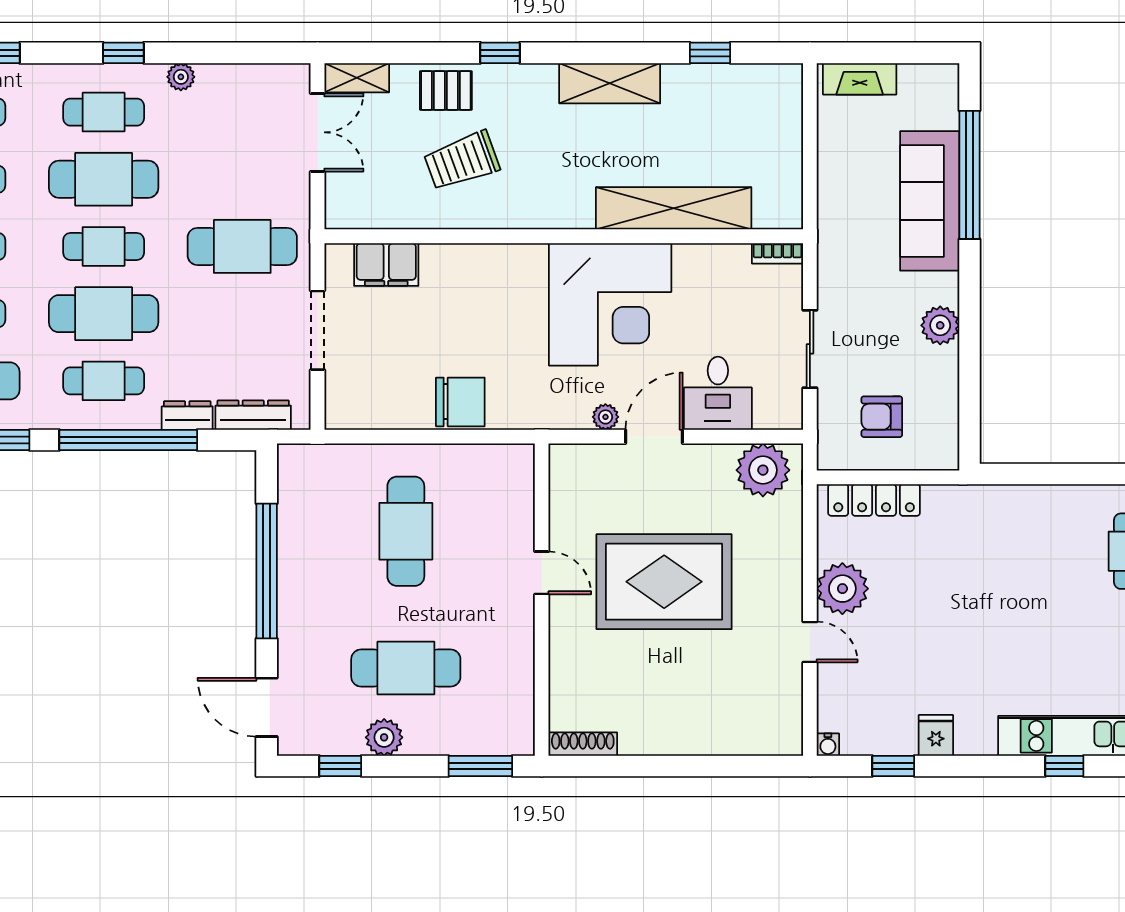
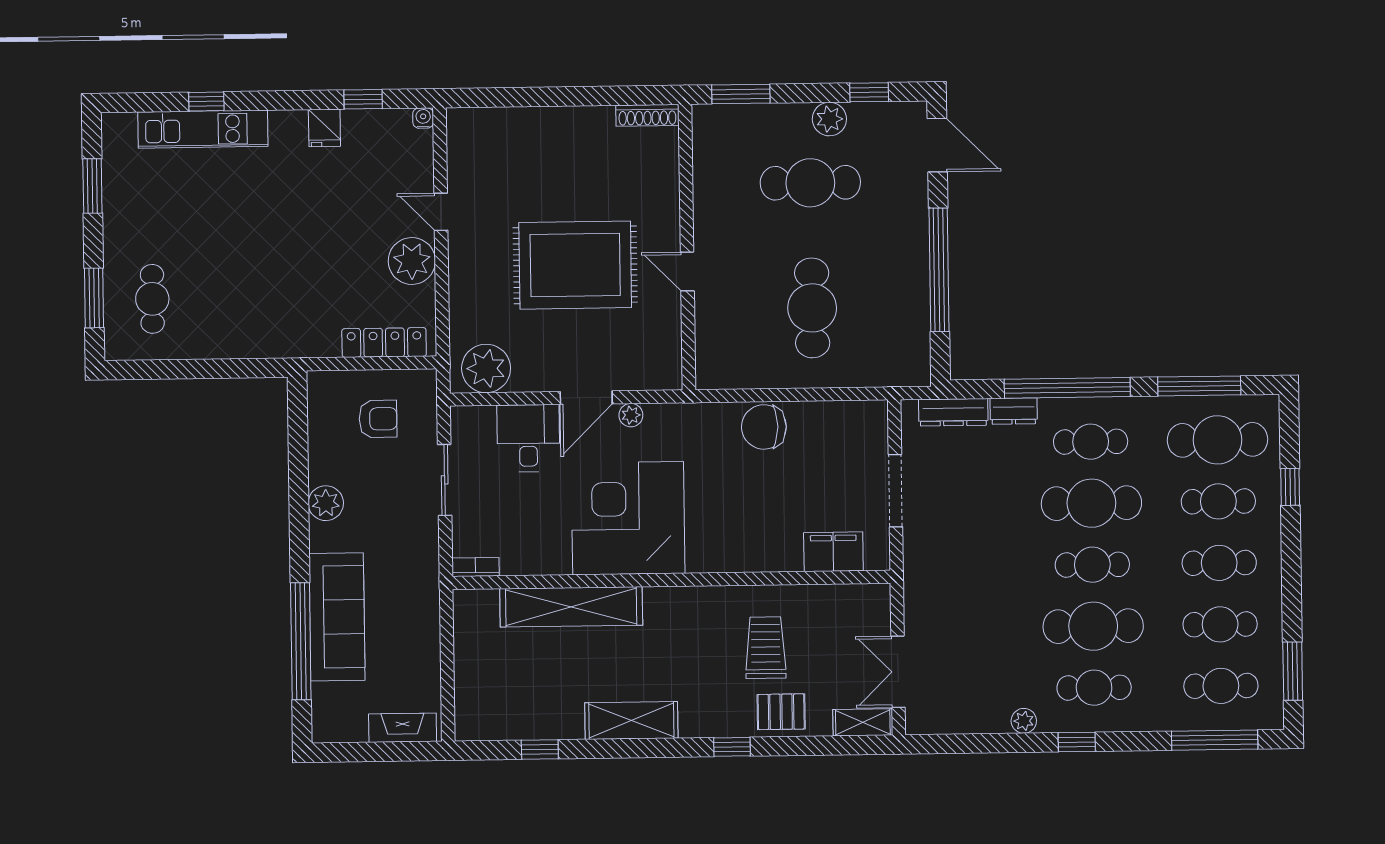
trolley: (462, 161) -> (766, 648), turned -70
cafe table: (242, 246) -> (965, 566), removed

